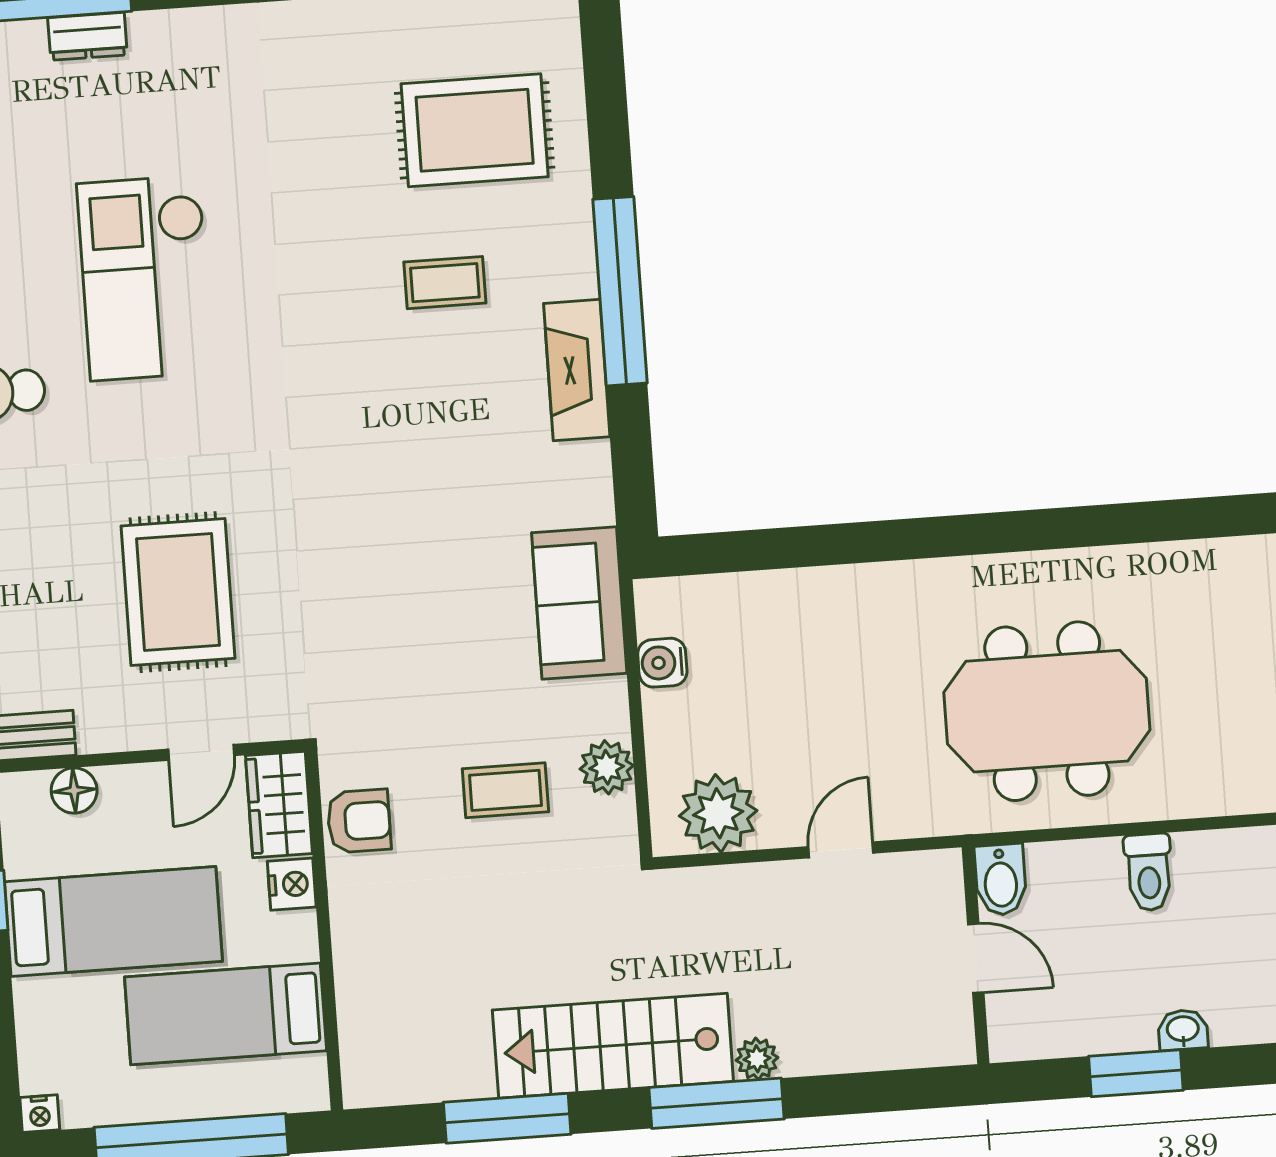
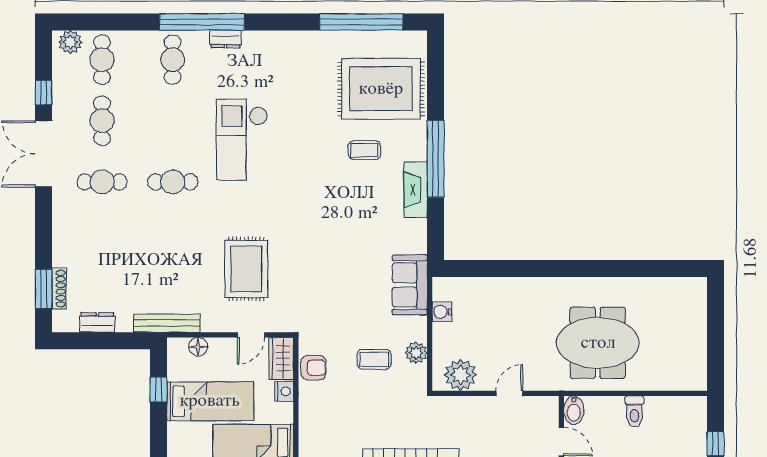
rug: (475, 130) -> (381, 89), width x1.37, depth x1.44

